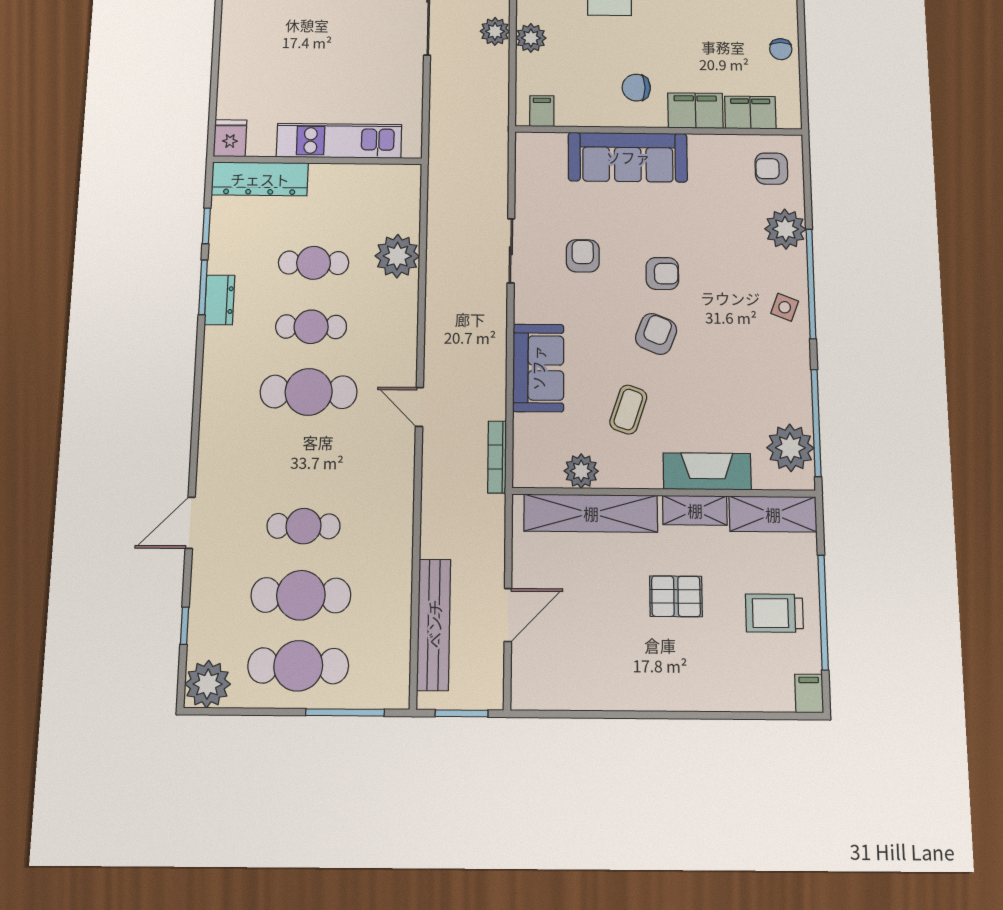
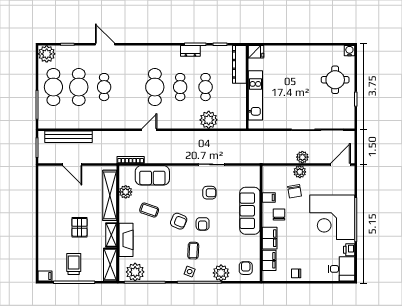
chair: (579, 51) -> (295, 191), added
filing cabinet: (542, 111) -> (269, 198), moved
coffee table: (731, 298) -> (193, 251), added
sofa: (538, 368) -> (152, 175), moved

